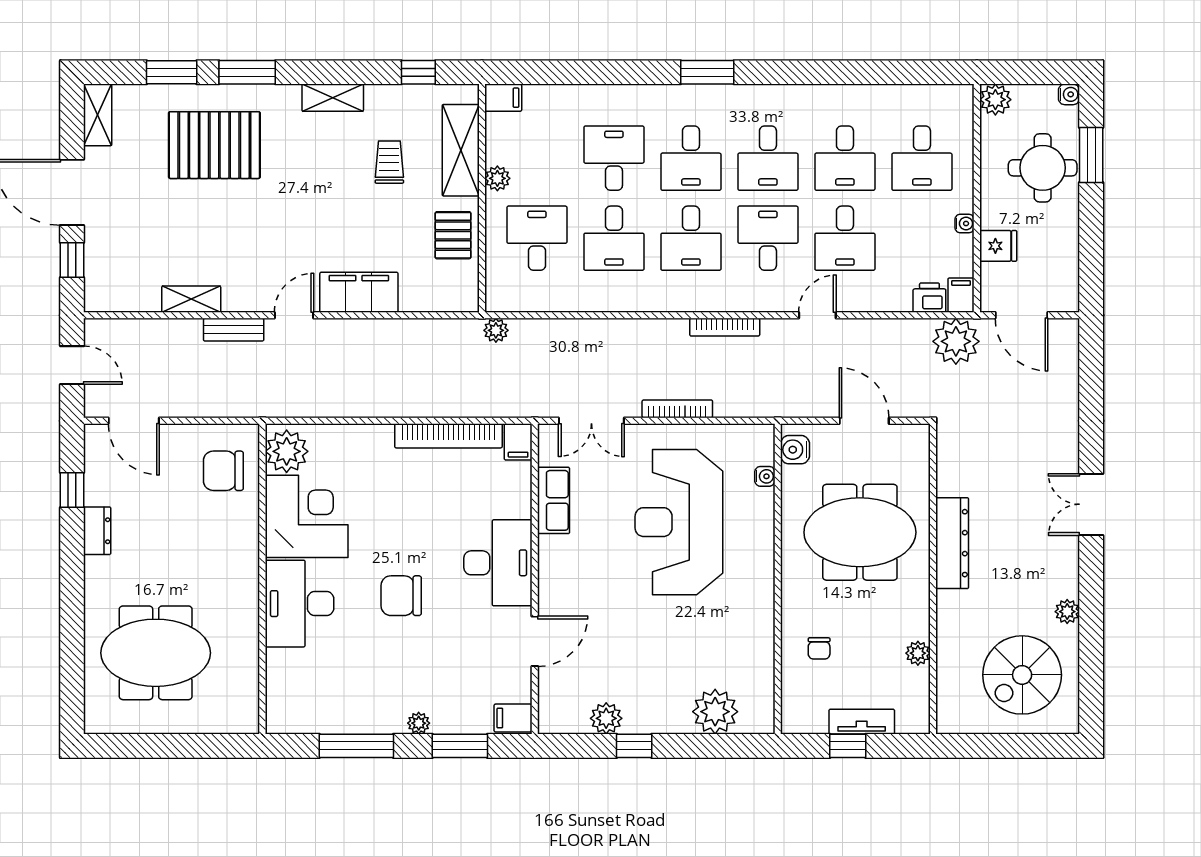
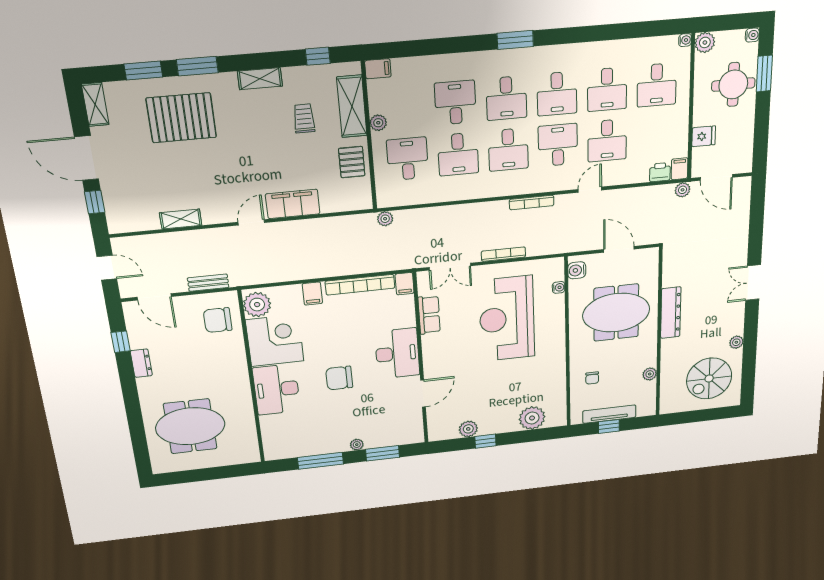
water cooler: (964, 224) -> (685, 40), moved
bench: (234, 330) -> (208, 283), moved
plant: (956, 341) -> (683, 190), width x0.53, depth x0.53
filing cabinet: (513, 718) -> (312, 294), moved, turned -90
tv unit: (862, 722) -> (609, 414), width x1.41

